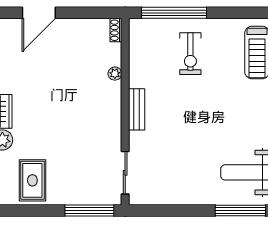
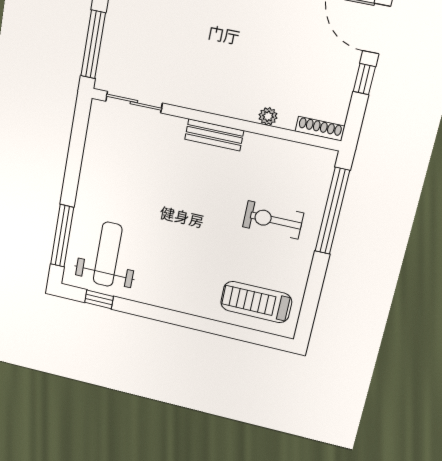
window: (75, 13) -> (364, 79), added
shoe rack: (116, 30) -> (320, 129), width x1.43

